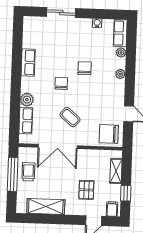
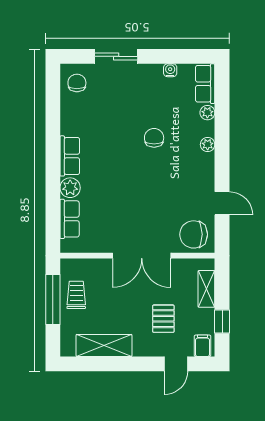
row of seats: (28, 62) -> (70, 156), moved
chair: (61, 83) -> (77, 83), moved
coffee table: (70, 117) -> (135, 211), removed
double door: (58, 146) -> (142, 256), moved

